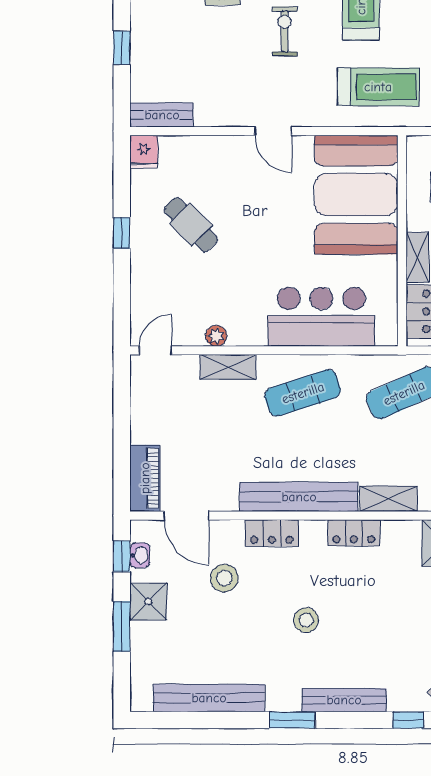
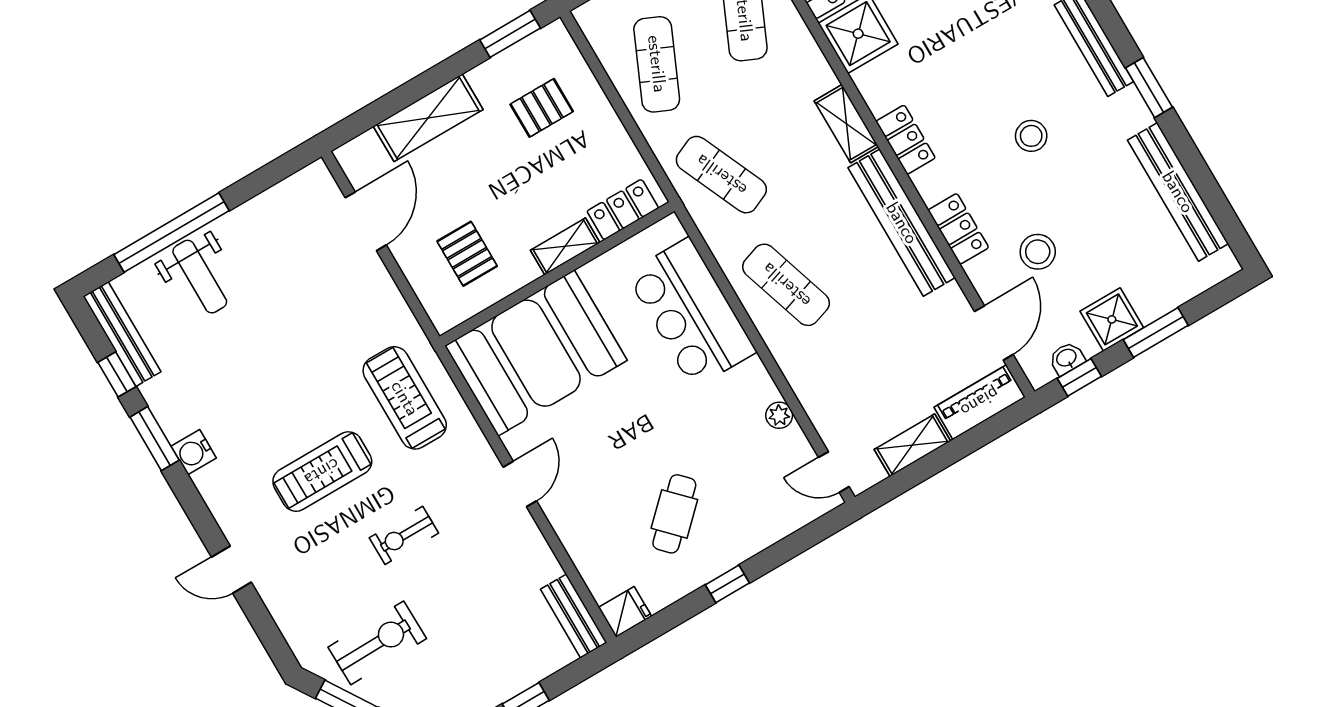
shelving: (228, 367) -> (912, 445), moved, turned 90

